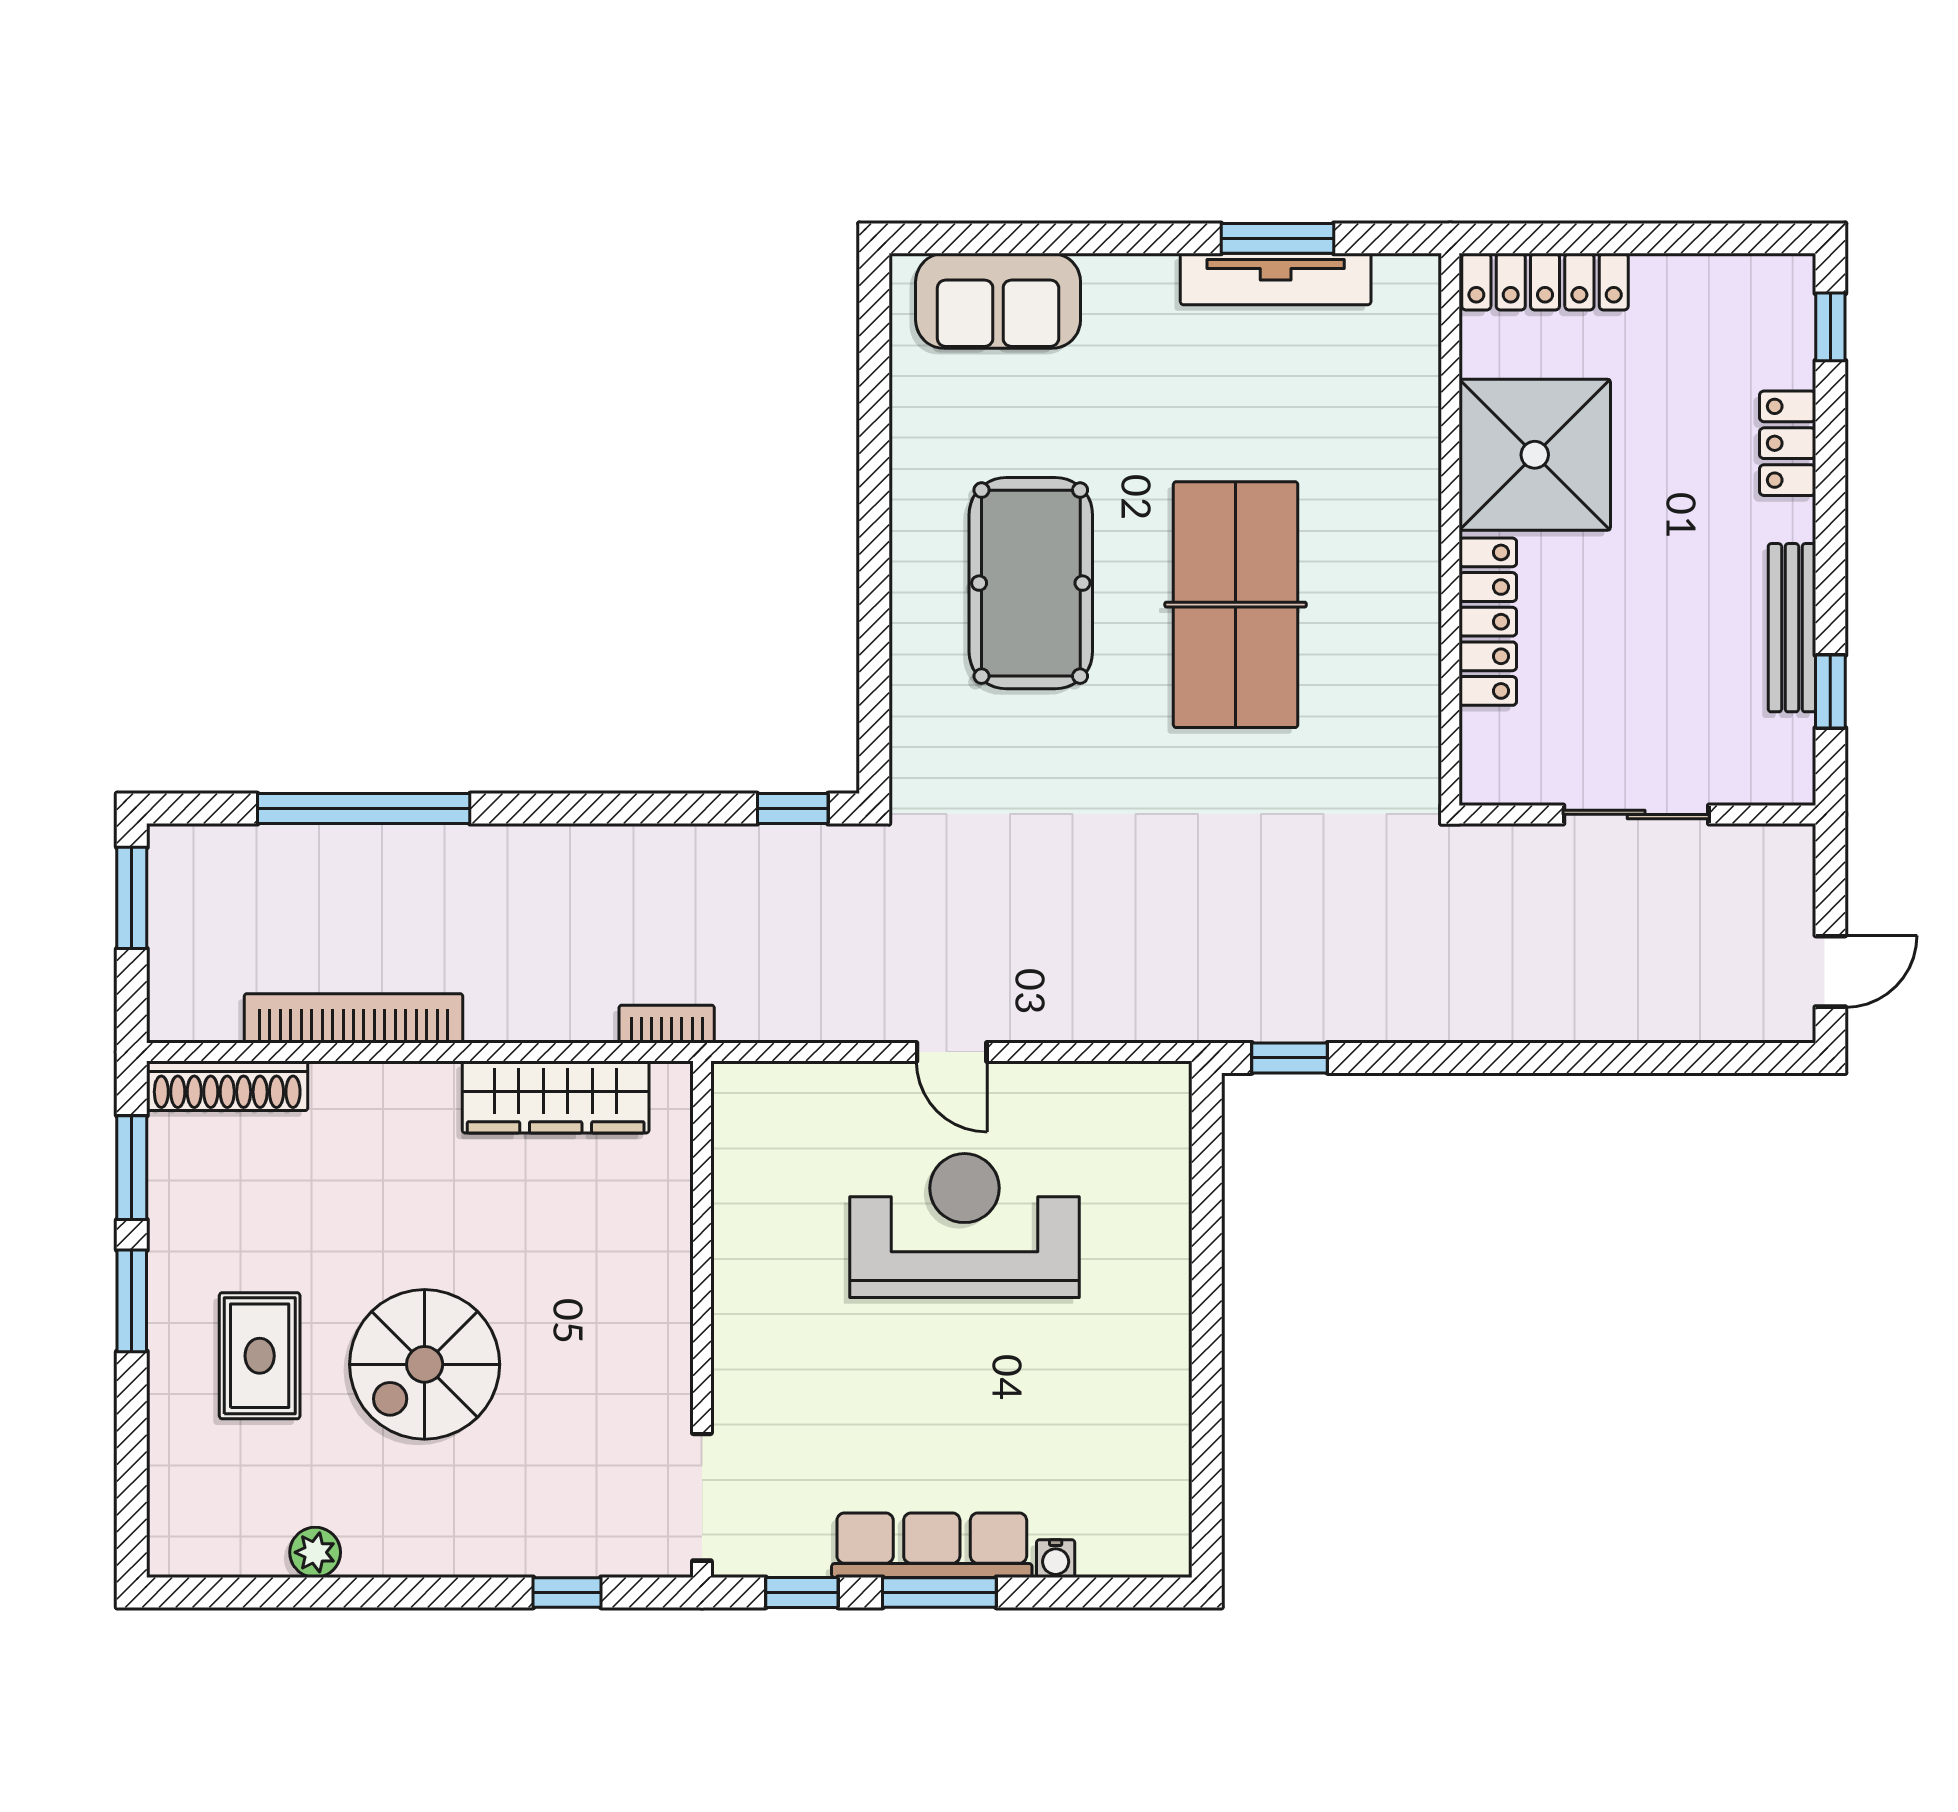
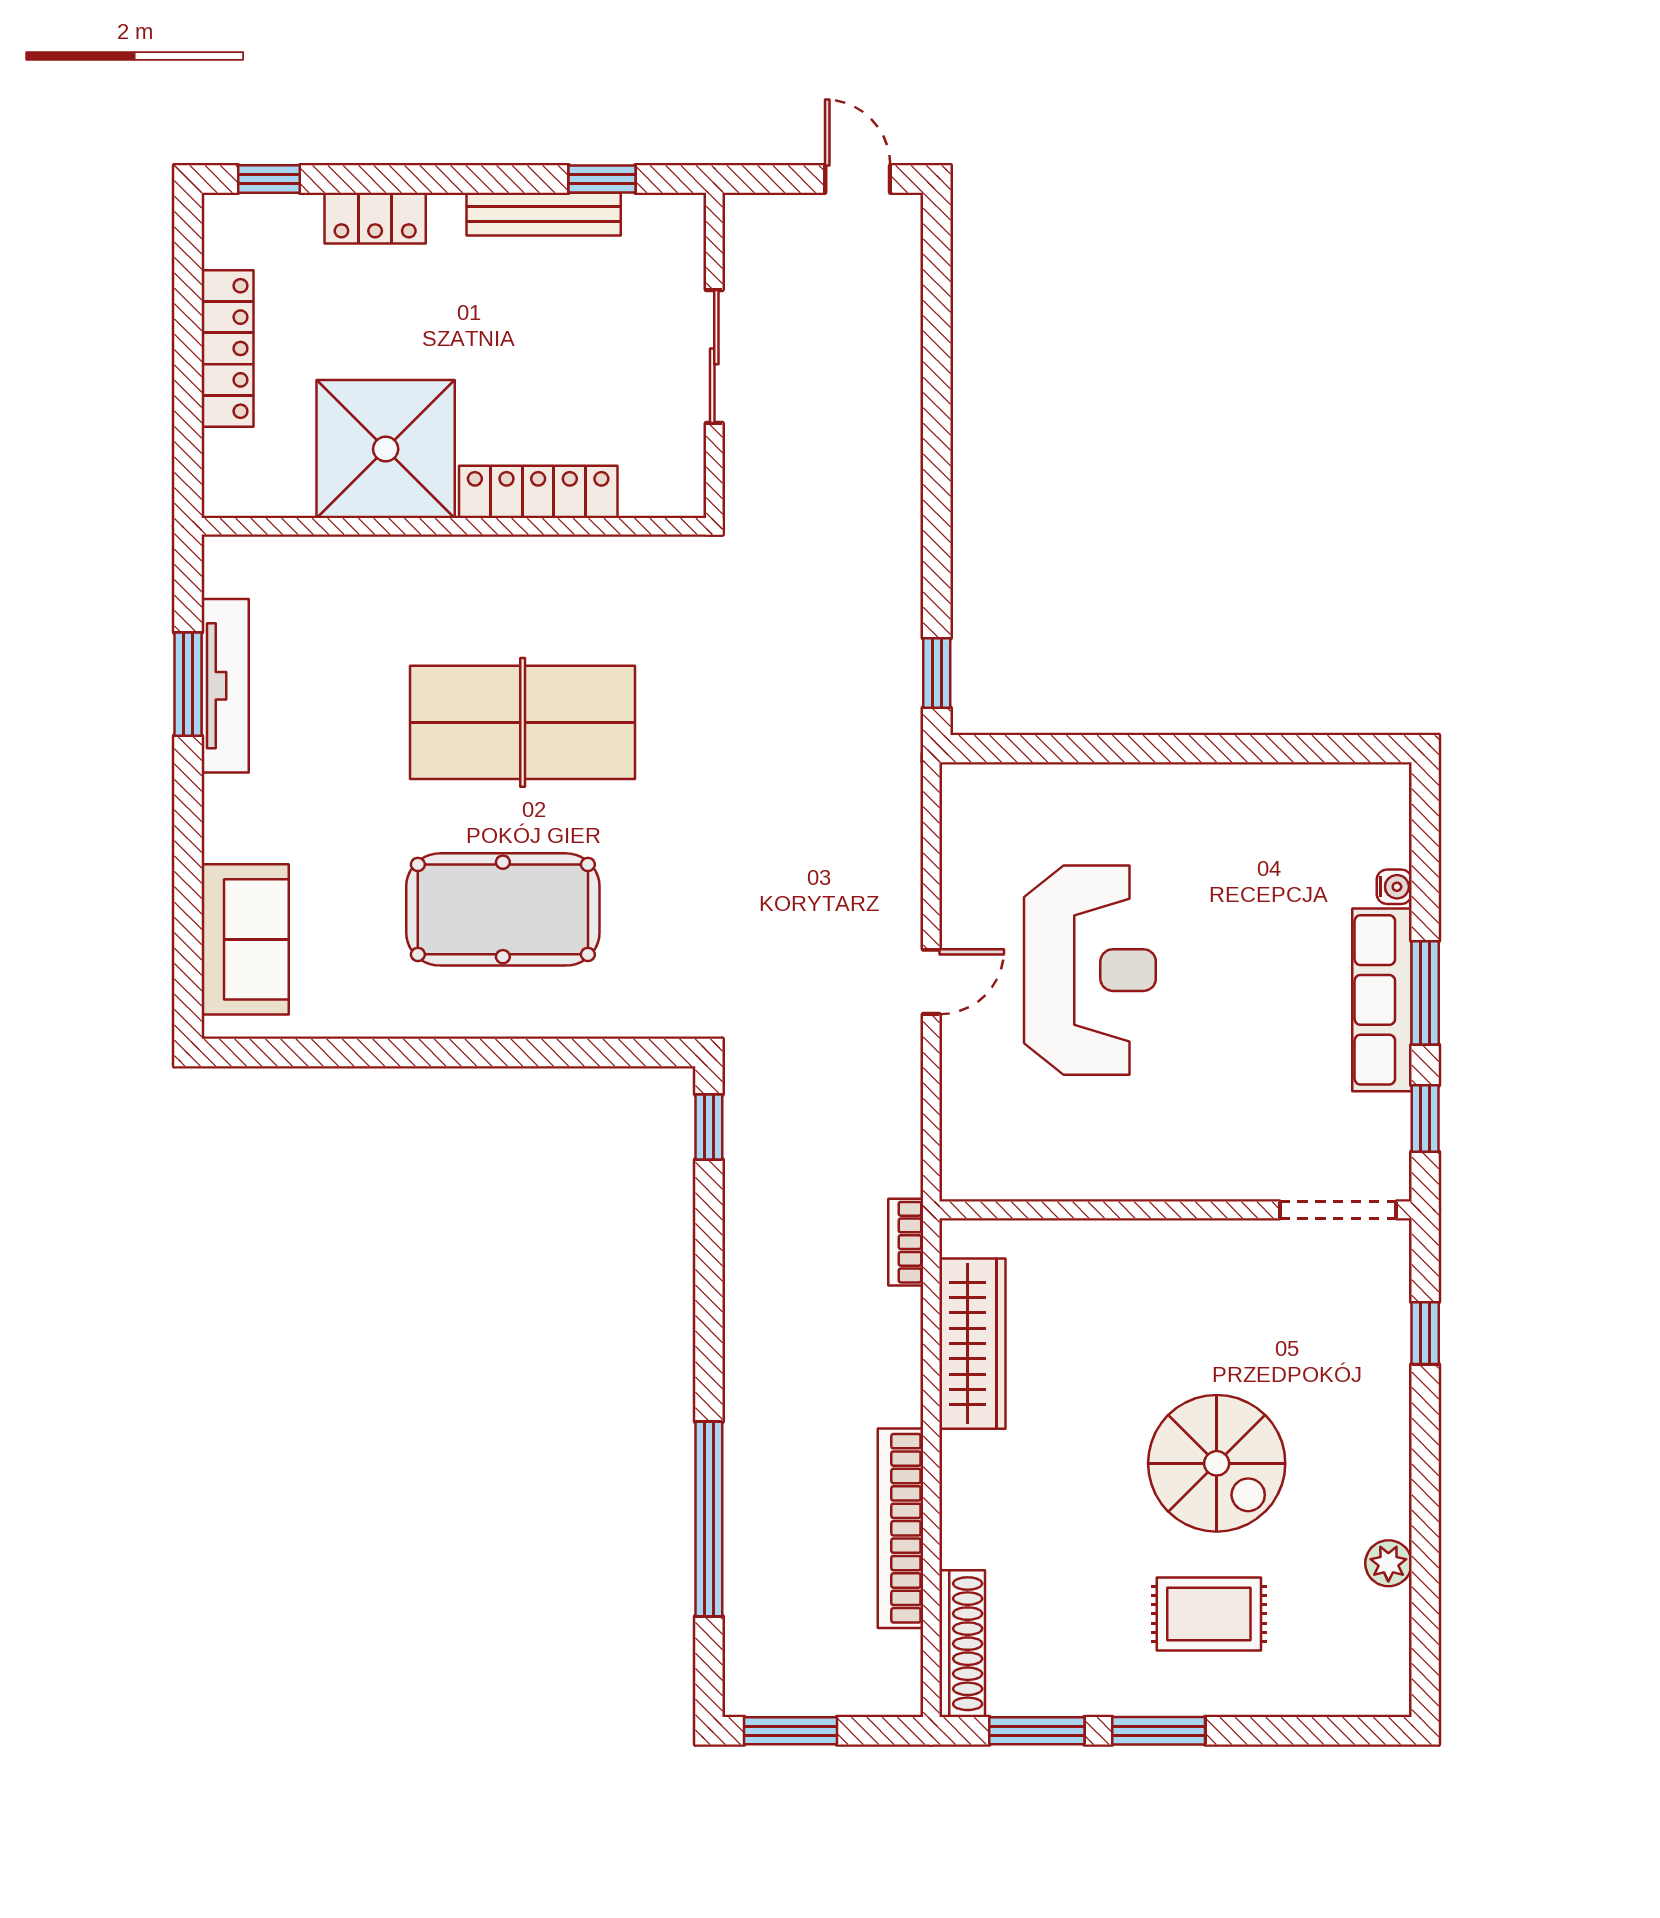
locker: (1545, 282) -> (228, 348), moved
reception desk: (964, 1226) -> (1090, 970), turned 180

